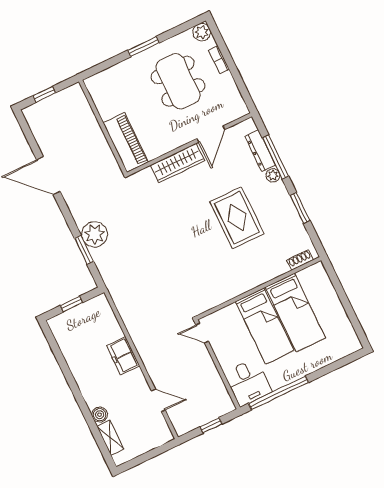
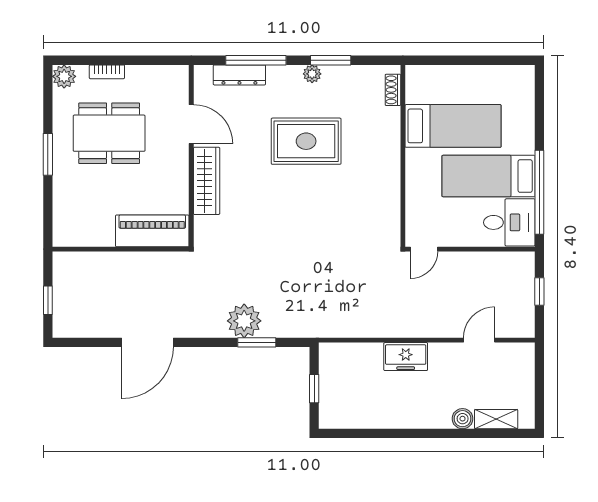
plant: (273, 175) -> (312, 74), moved
bed: (265, 326) -> (488, 176), moved, turned 180

